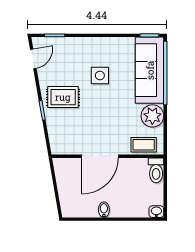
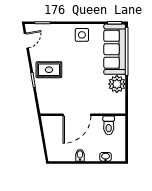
side table: (100, 76) -> (82, 35), moved
coffee table: (144, 145) -> (110, 106), removed
toilet: (156, 170) -> (109, 125), moved
washbasin: (156, 212) -> (106, 157), moved

